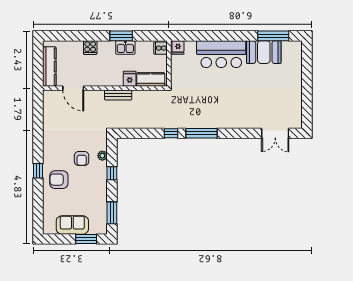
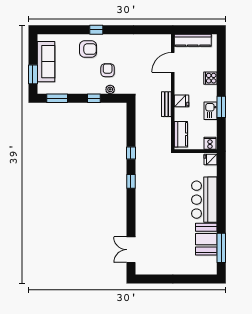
fridge: (130, 79) -> (181, 101), moved
window: (202, 133) -> (131, 181), width x0.46
armchair: (82, 158) -> (108, 70), turned 90
armchair: (59, 180) -> (88, 49), turned 90
sofa: (72, 225) -> (46, 62), width x1.36

